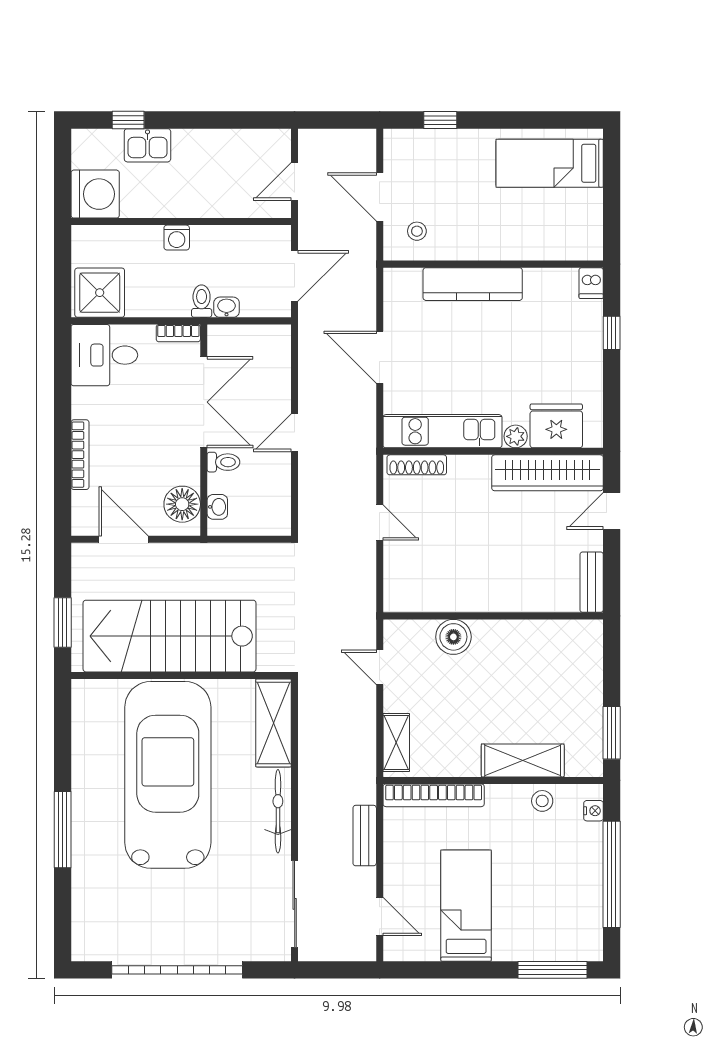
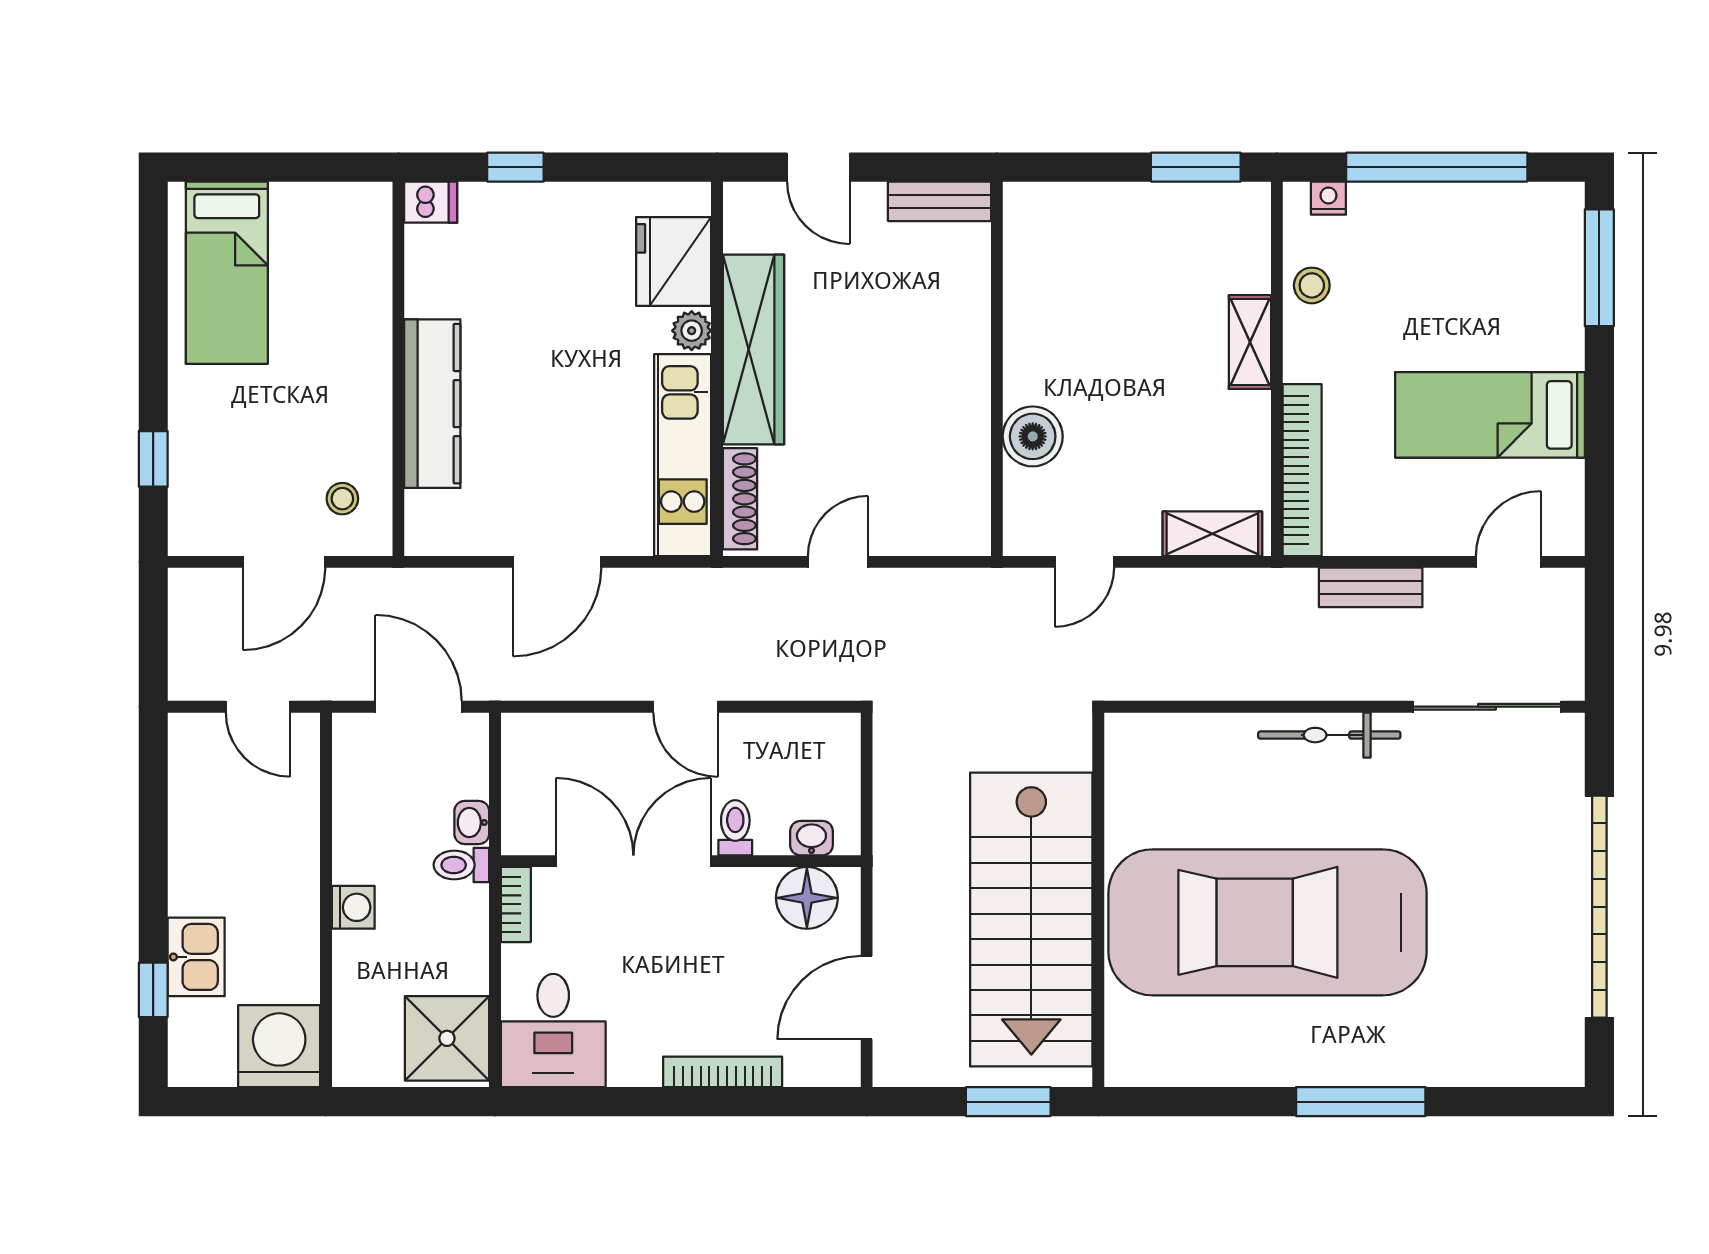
wardrobe: (547, 473) -> (753, 350), moved
shelving: (273, 723) -> (1179, 743), removed
shelving: (523, 760) -> (1250, 342), width x0.67, depth x0.75

